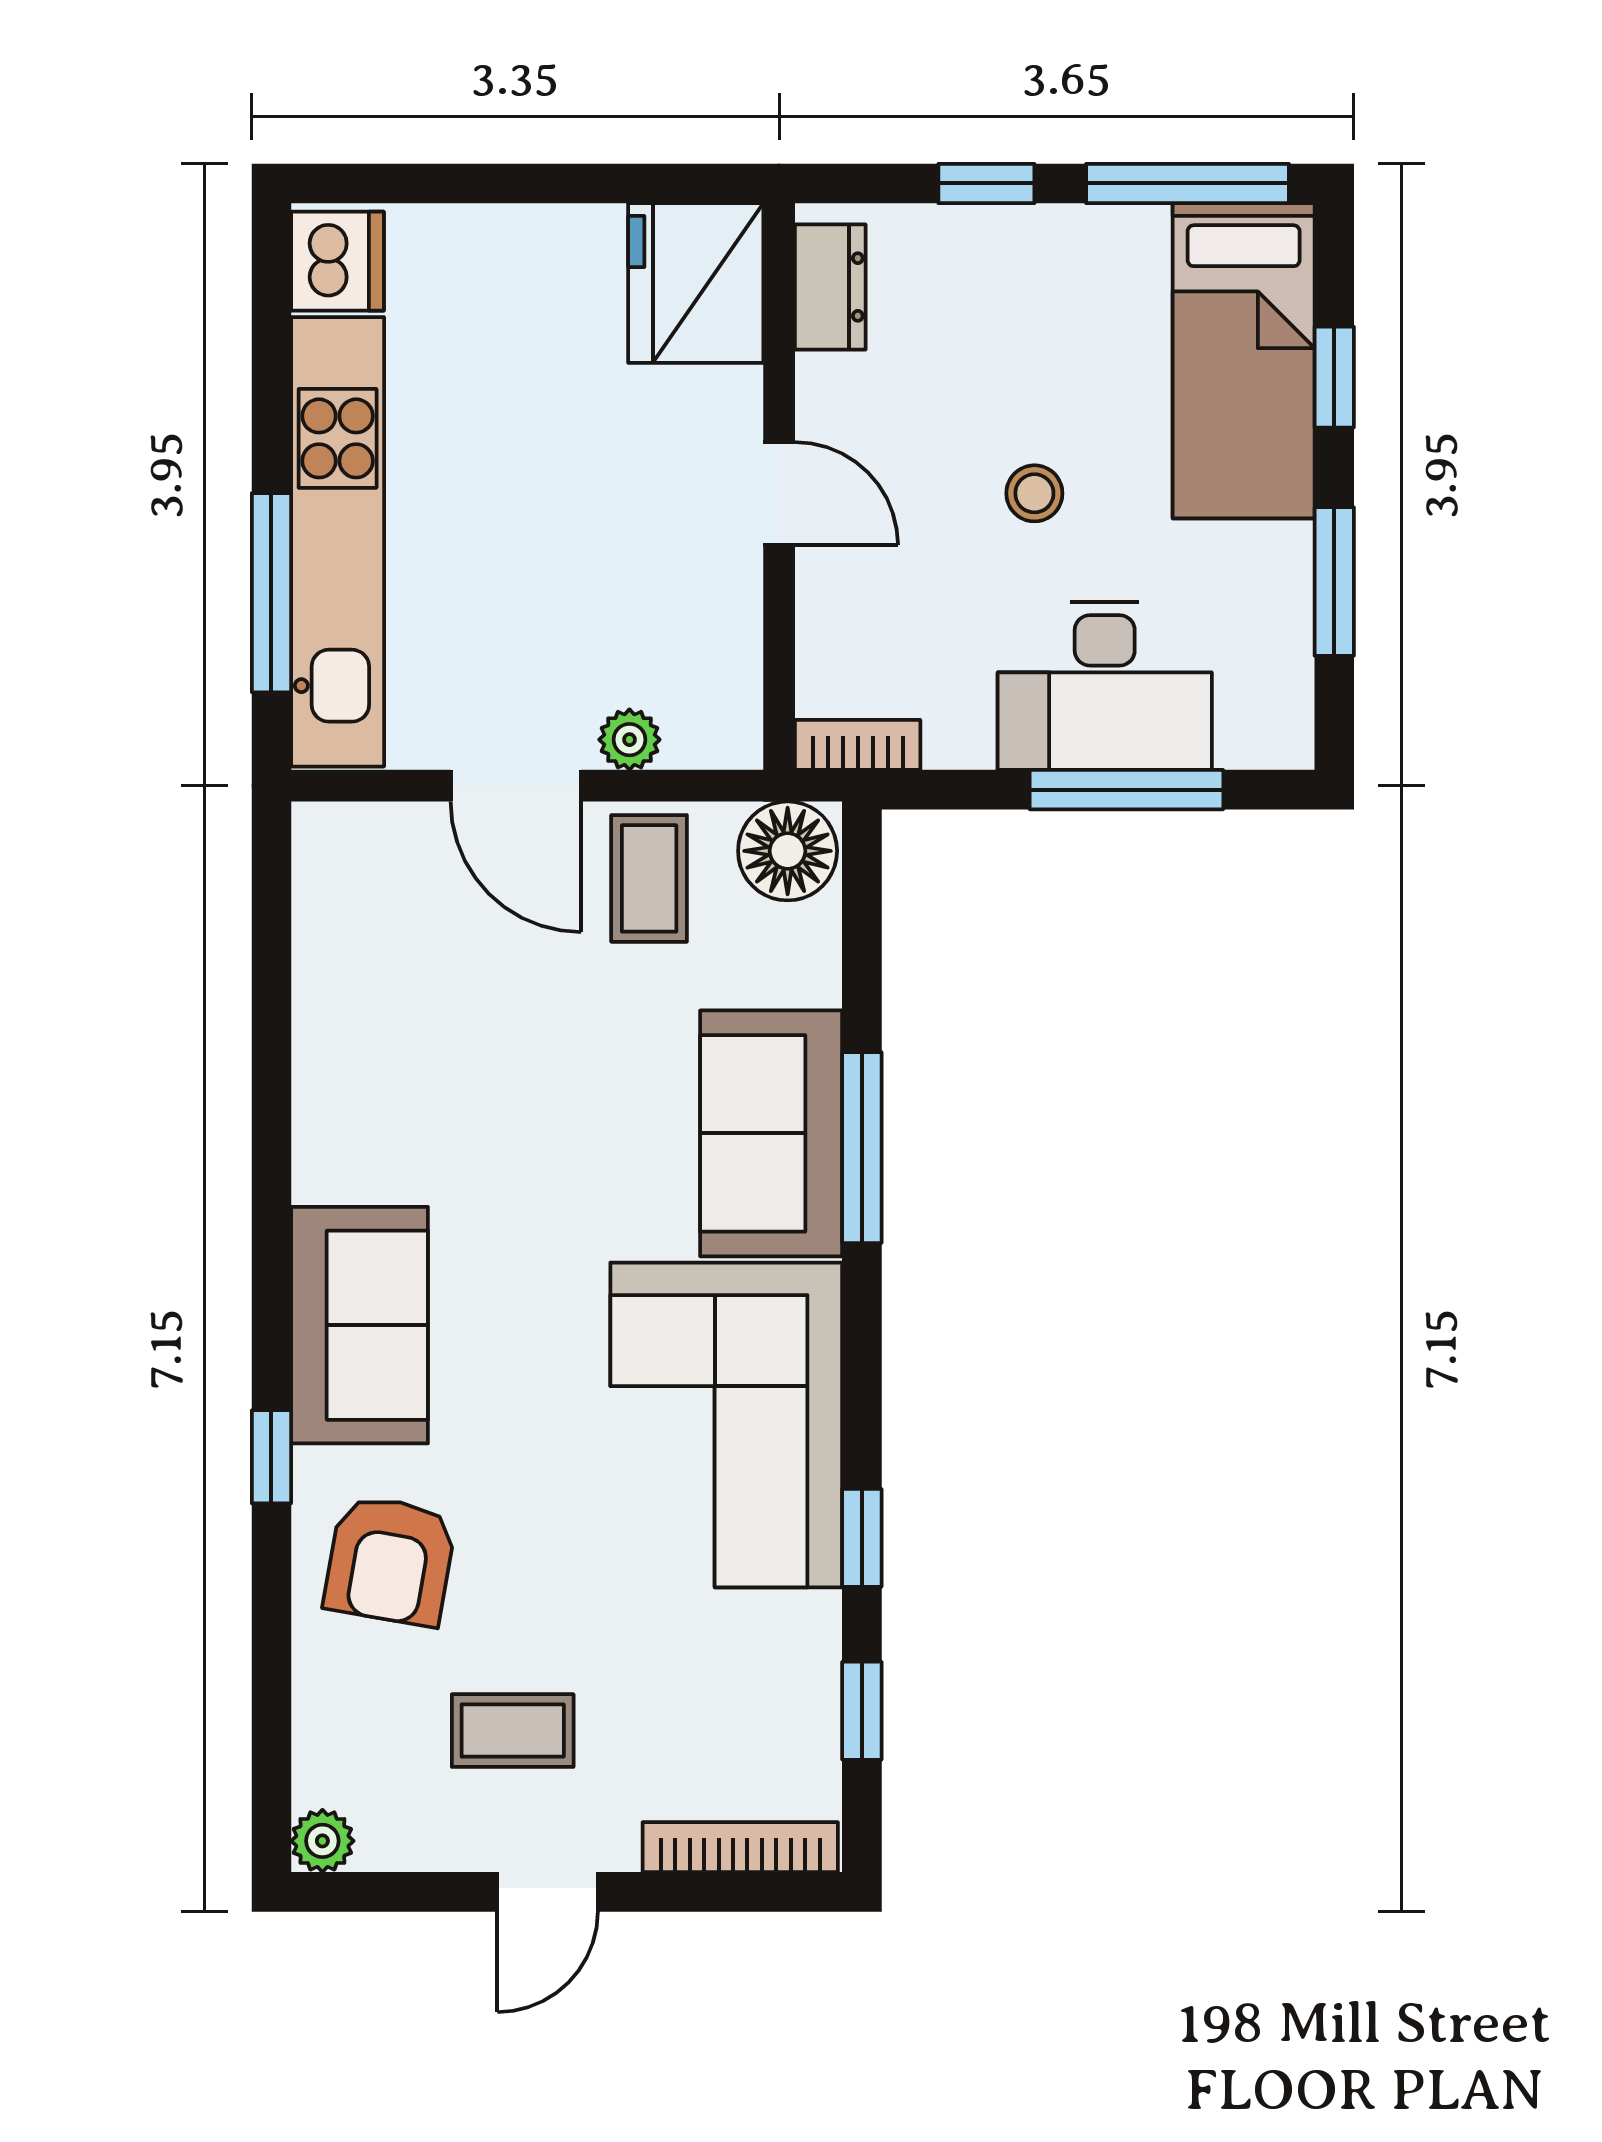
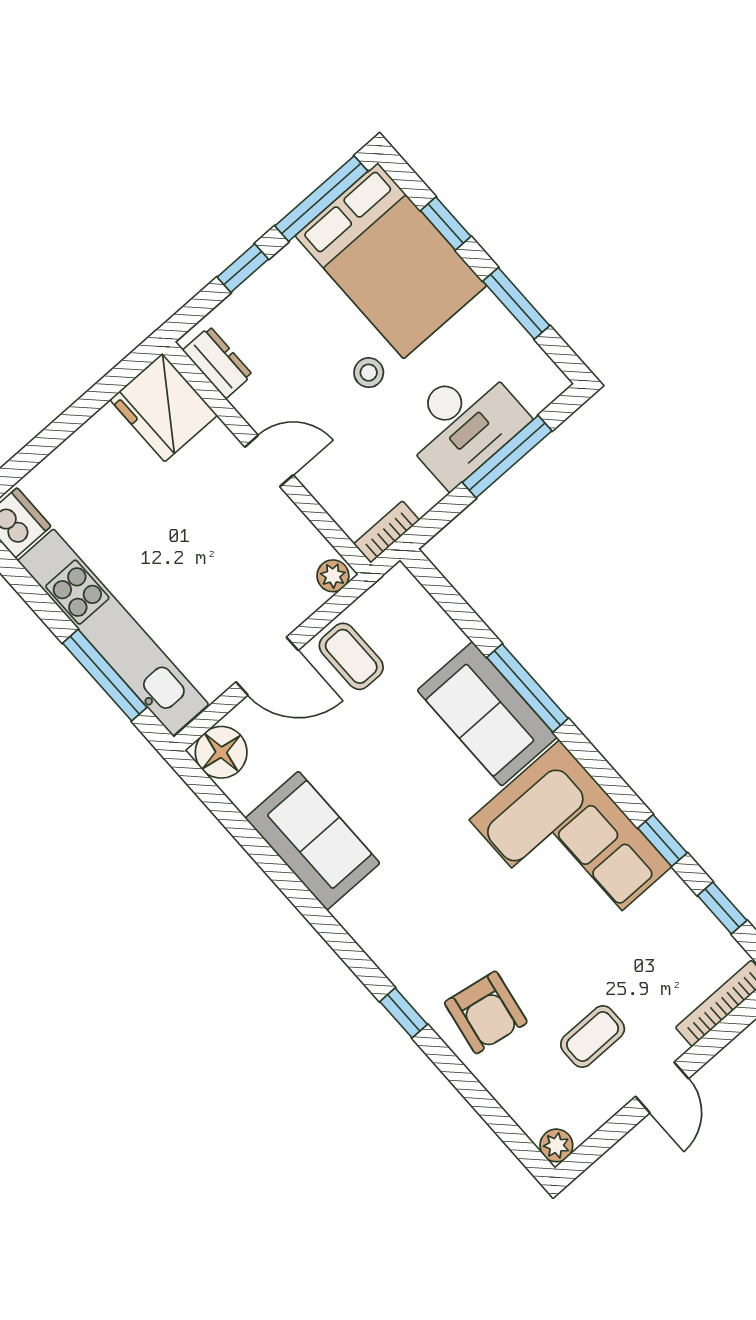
bed: (1244, 361) -> (391, 261), width x1.50
plant: (629, 740) -> (333, 576), moved
floor lamp: (788, 851) -> (221, 752), moved
sofa: (360, 1325) -> (313, 841), moved

